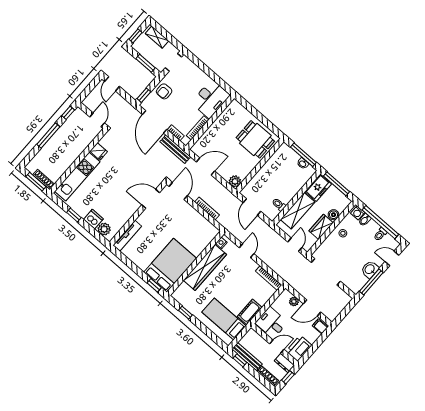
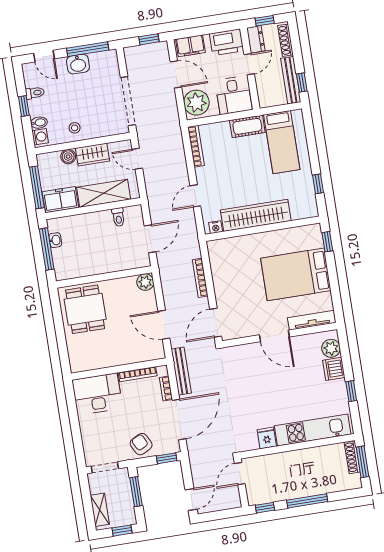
armchair: (164, 91) -> (141, 444), turned -117
door: (151, 199) -> (274, 336), moved
window: (380, 222) -> (24, 106), width x0.32
door: (295, 245) -> (137, 159), hinge flipped
bed: (170, 265) -> (296, 274), moved
plant: (294, 302) -> (196, 103), width x1.87, depth x1.87
window: (342, 315) -> (149, 39), added
filing cabinet: (320, 326) -> (190, 46), width x2.00
door: (277, 347) -> (249, 64), swing flipped

